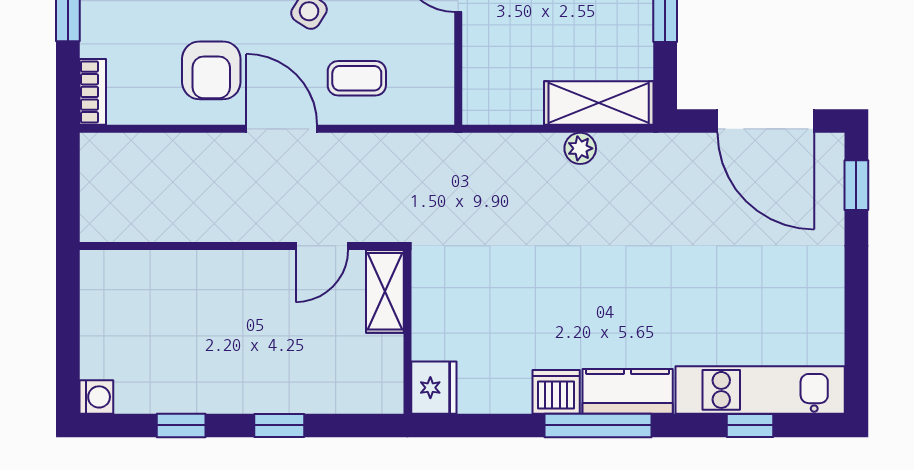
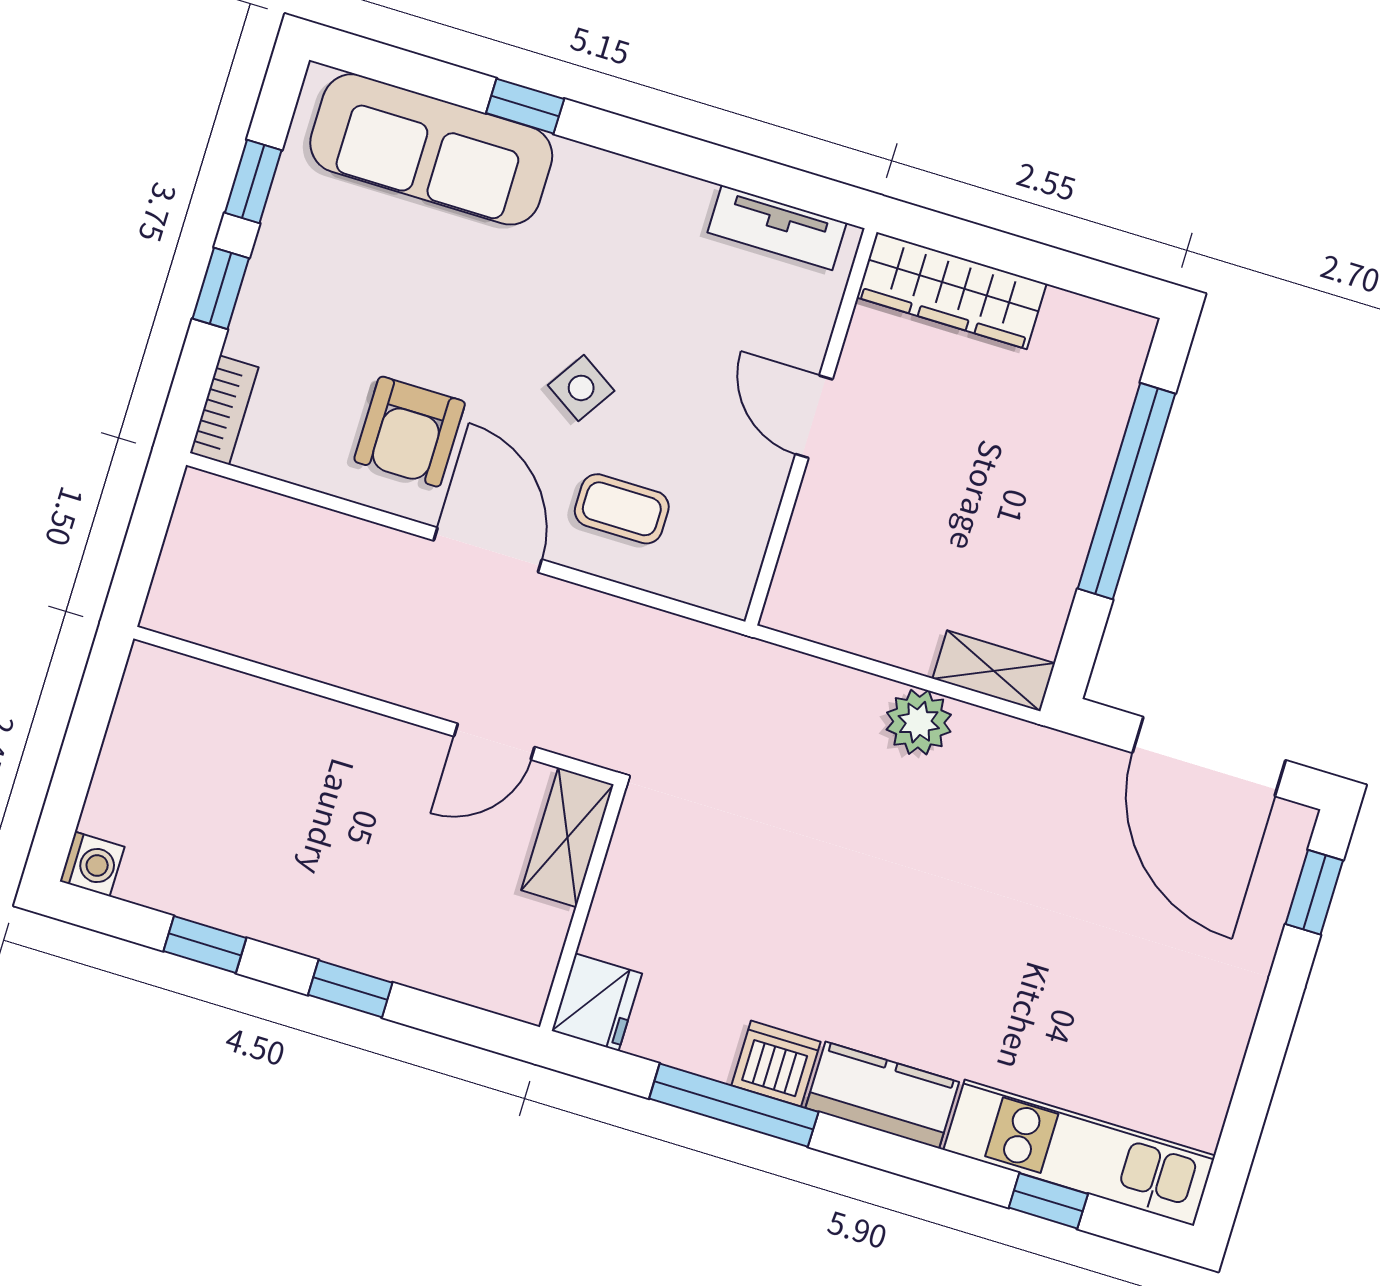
shelving: (599, 103) -> (994, 671), width x0.67, depth x0.75
plant: (580, 148) -> (919, 722), width x1.38, depth x1.38
window: (598, 425) -> (734, 1105), moved

